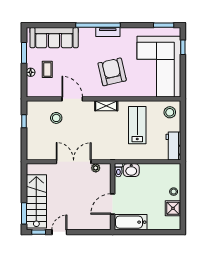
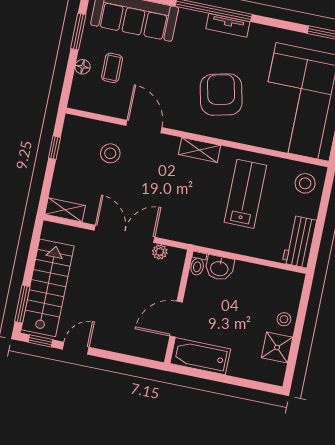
shelving: (37, 155) -> (65, 210), added

